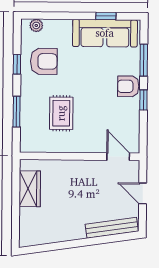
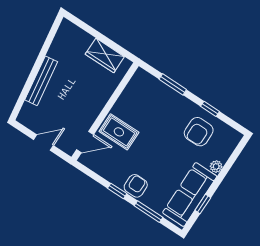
plant: (36, 25) -> (216, 167), moved
rug: (61, 113) -> (119, 132), moved
bench: (112, 228) -> (41, 81), moved

